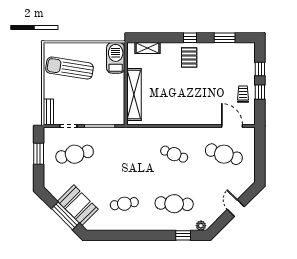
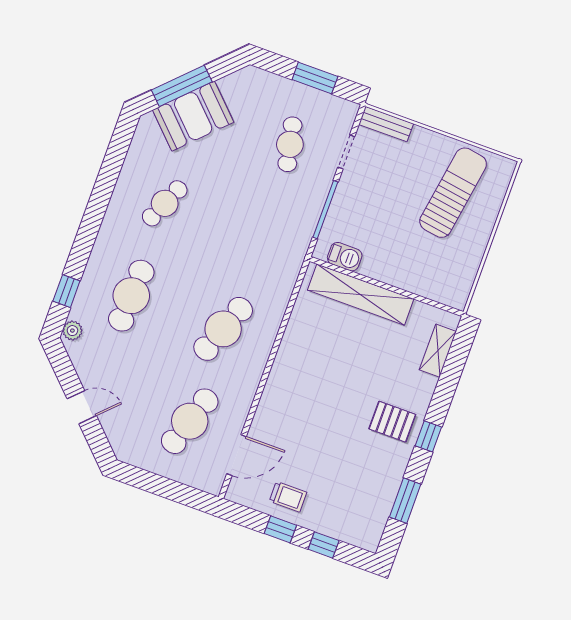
barbecue: (116, 58) -> (345, 257), moved, width x0.53, depth x0.65
cafe table: (75, 154) -> (290, 144), width x0.73, depth x0.74
cafe table: (174, 154) -> (223, 329), width x1.37, depth x1.35
cafe table: (124, 204) -> (165, 203), turned 33

